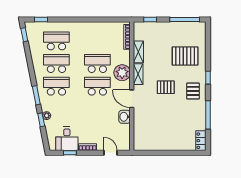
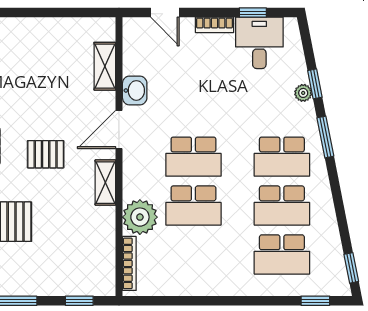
shelving: (138, 52) -> (105, 66), moved
plant: (122, 73) -> (140, 217), moved
door: (132, 99) -> (119, 130), swing flipped

